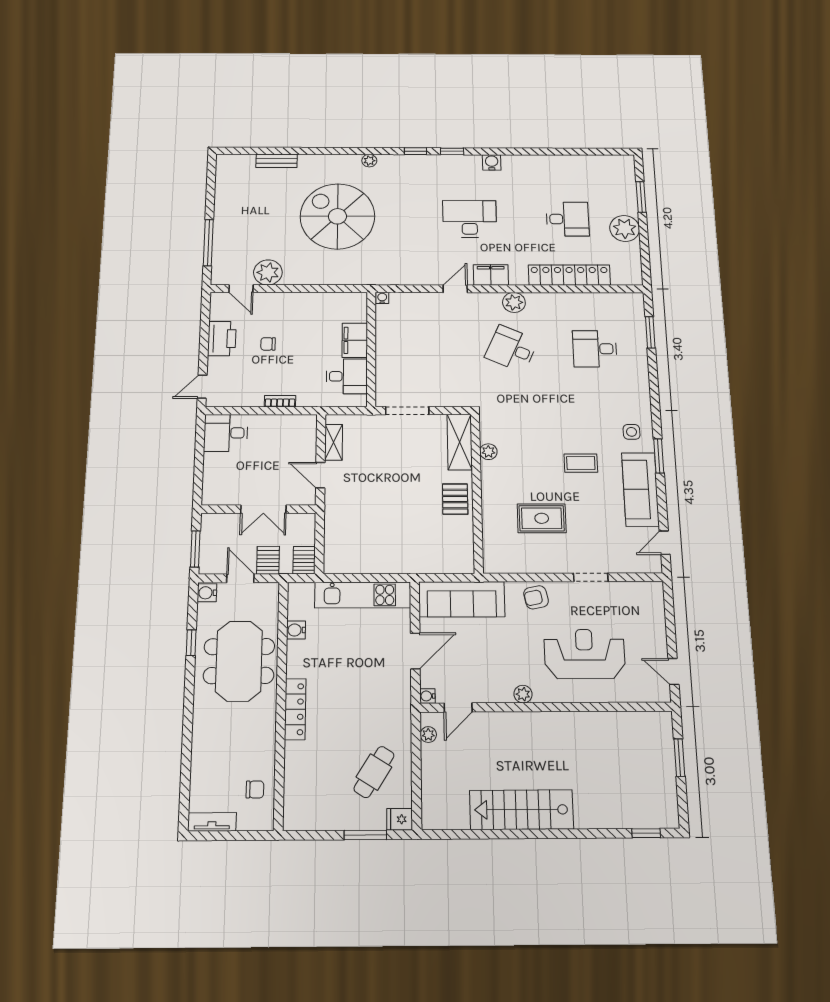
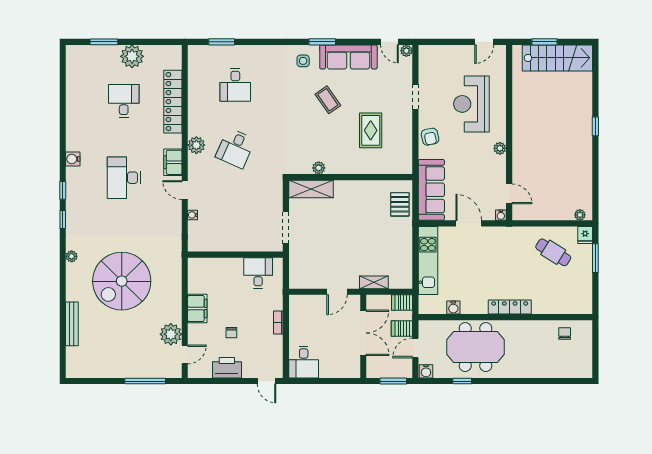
bench: (277, 161) -> (72, 324), width x1.36
water cooler: (382, 298) -> (193, 215), moved
filing cabinet: (355, 340) -> (197, 308), moved, turned -90
shelving: (334, 442) -> (374, 282), moved
coffee table: (581, 463) -> (328, 100), turned -35
pallet: (455, 499) -> (400, 204), moved, turned 90
double door: (263, 509) -> (363, 333), width x1.37
plant: (654, 565) -> (406, 51), added
plant: (428, 735) -> (580, 215), moved
stairs: (522, 810) -> (557, 58), moved, turned -90
tv unit: (212, 822) -> (586, 362), removed
window: (646, 833) -> (595, 126), moved

